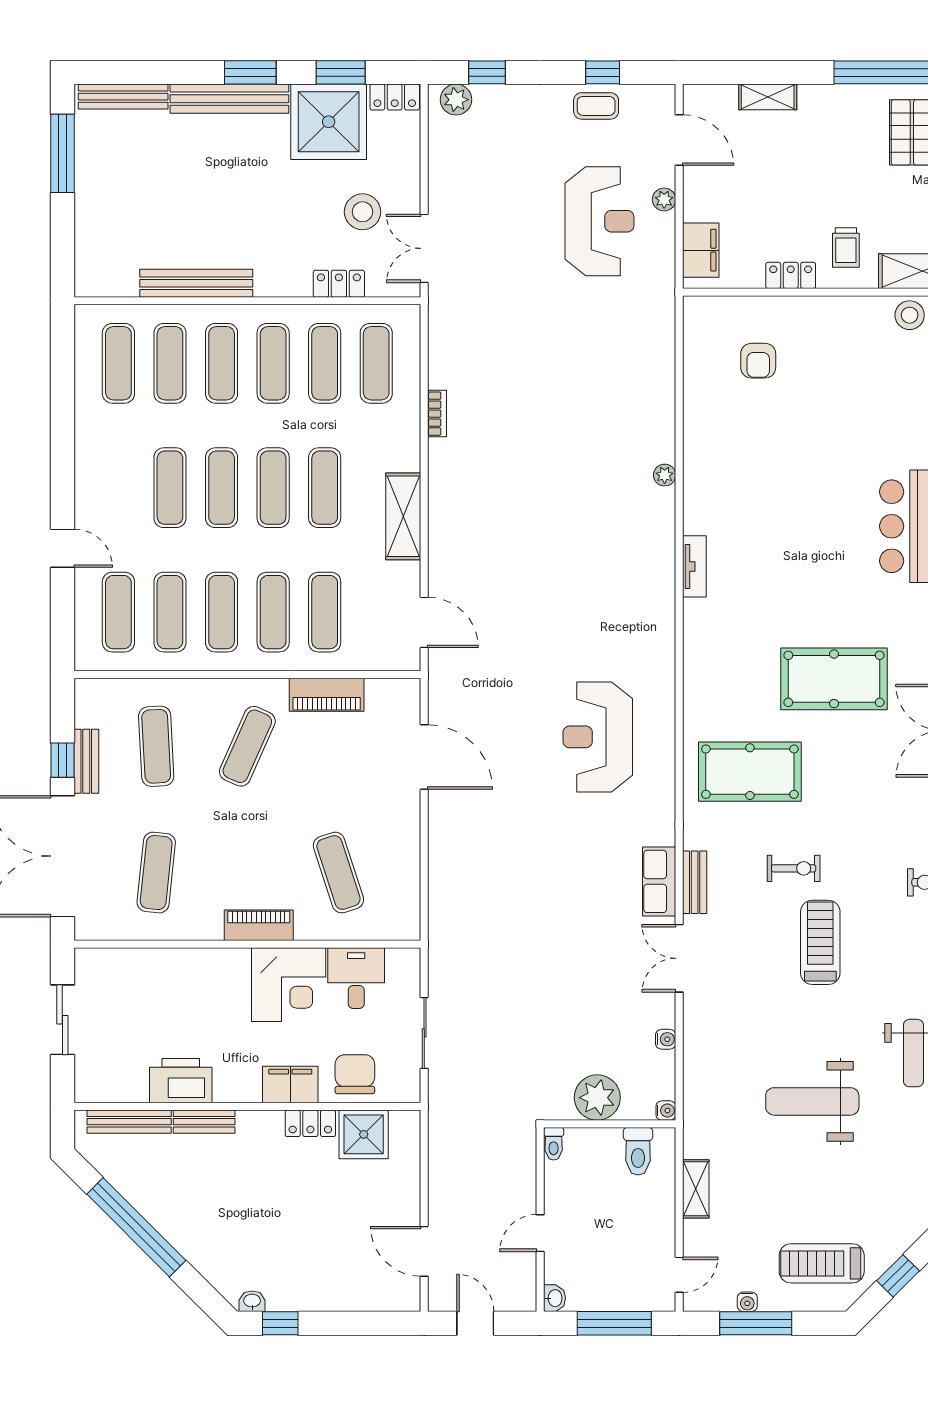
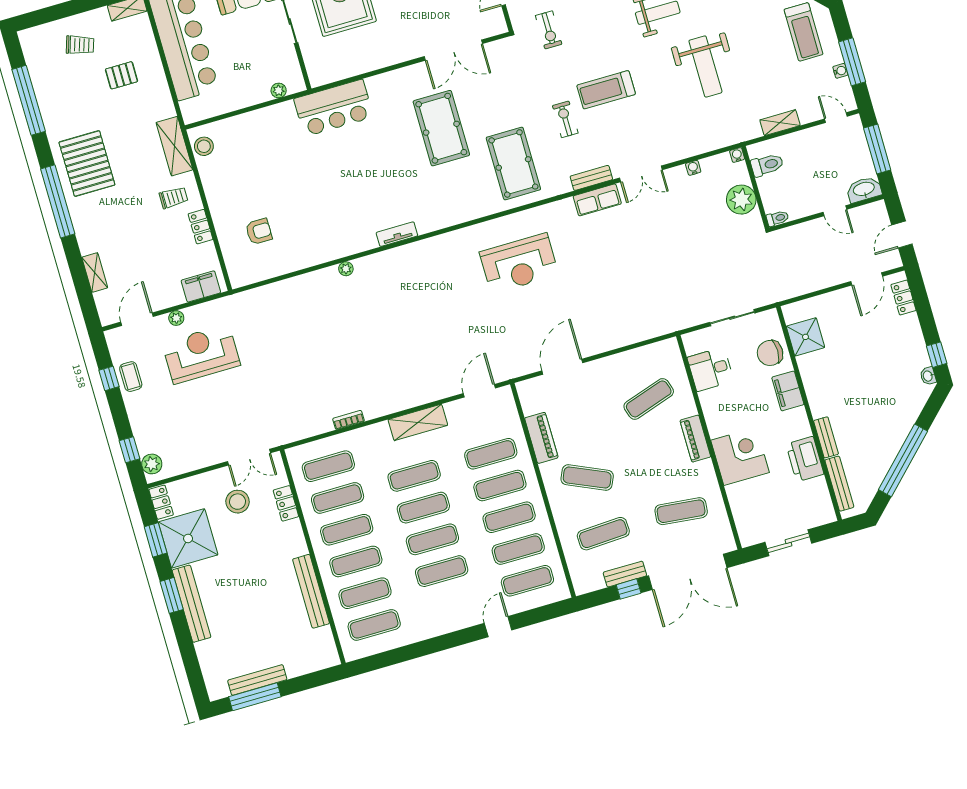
bench: (123, 97) -> (257, 680), moved, turned 90
corner desk: (289, 985) -> (740, 456), moved
locker: (310, 1123) -> (903, 298), moved, turned 180
washbasin: (554, 1298) -> (864, 189), width x1.91, depth x1.45

